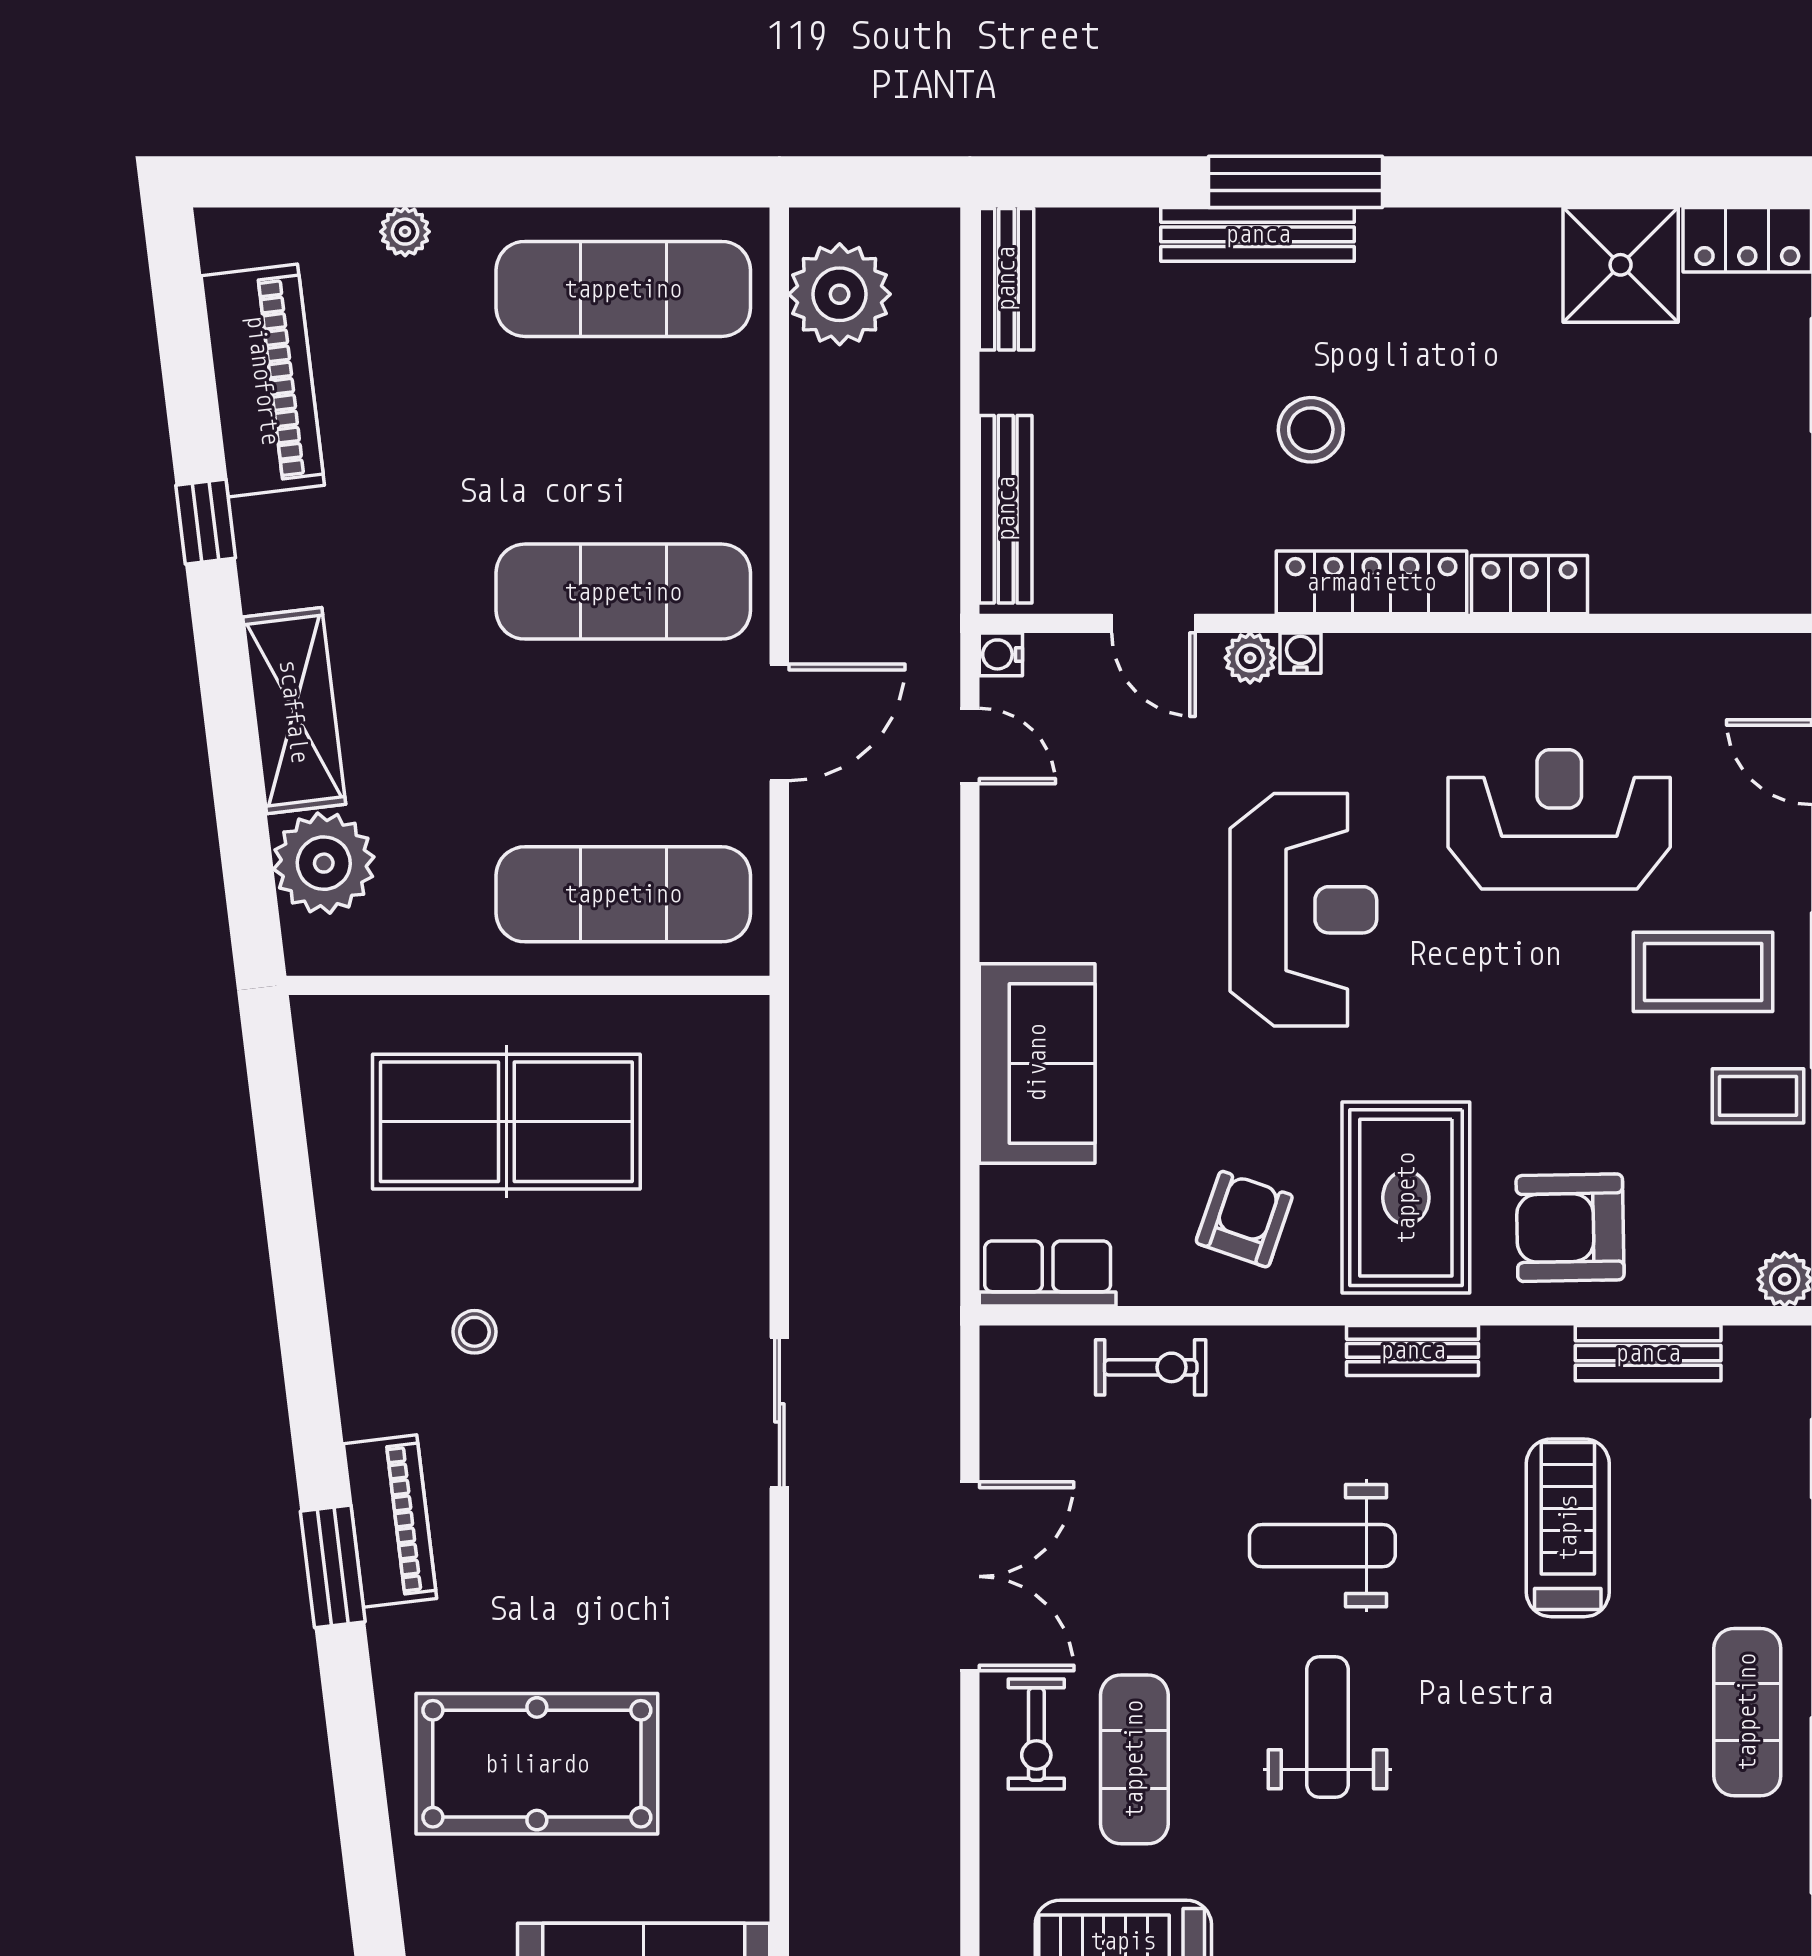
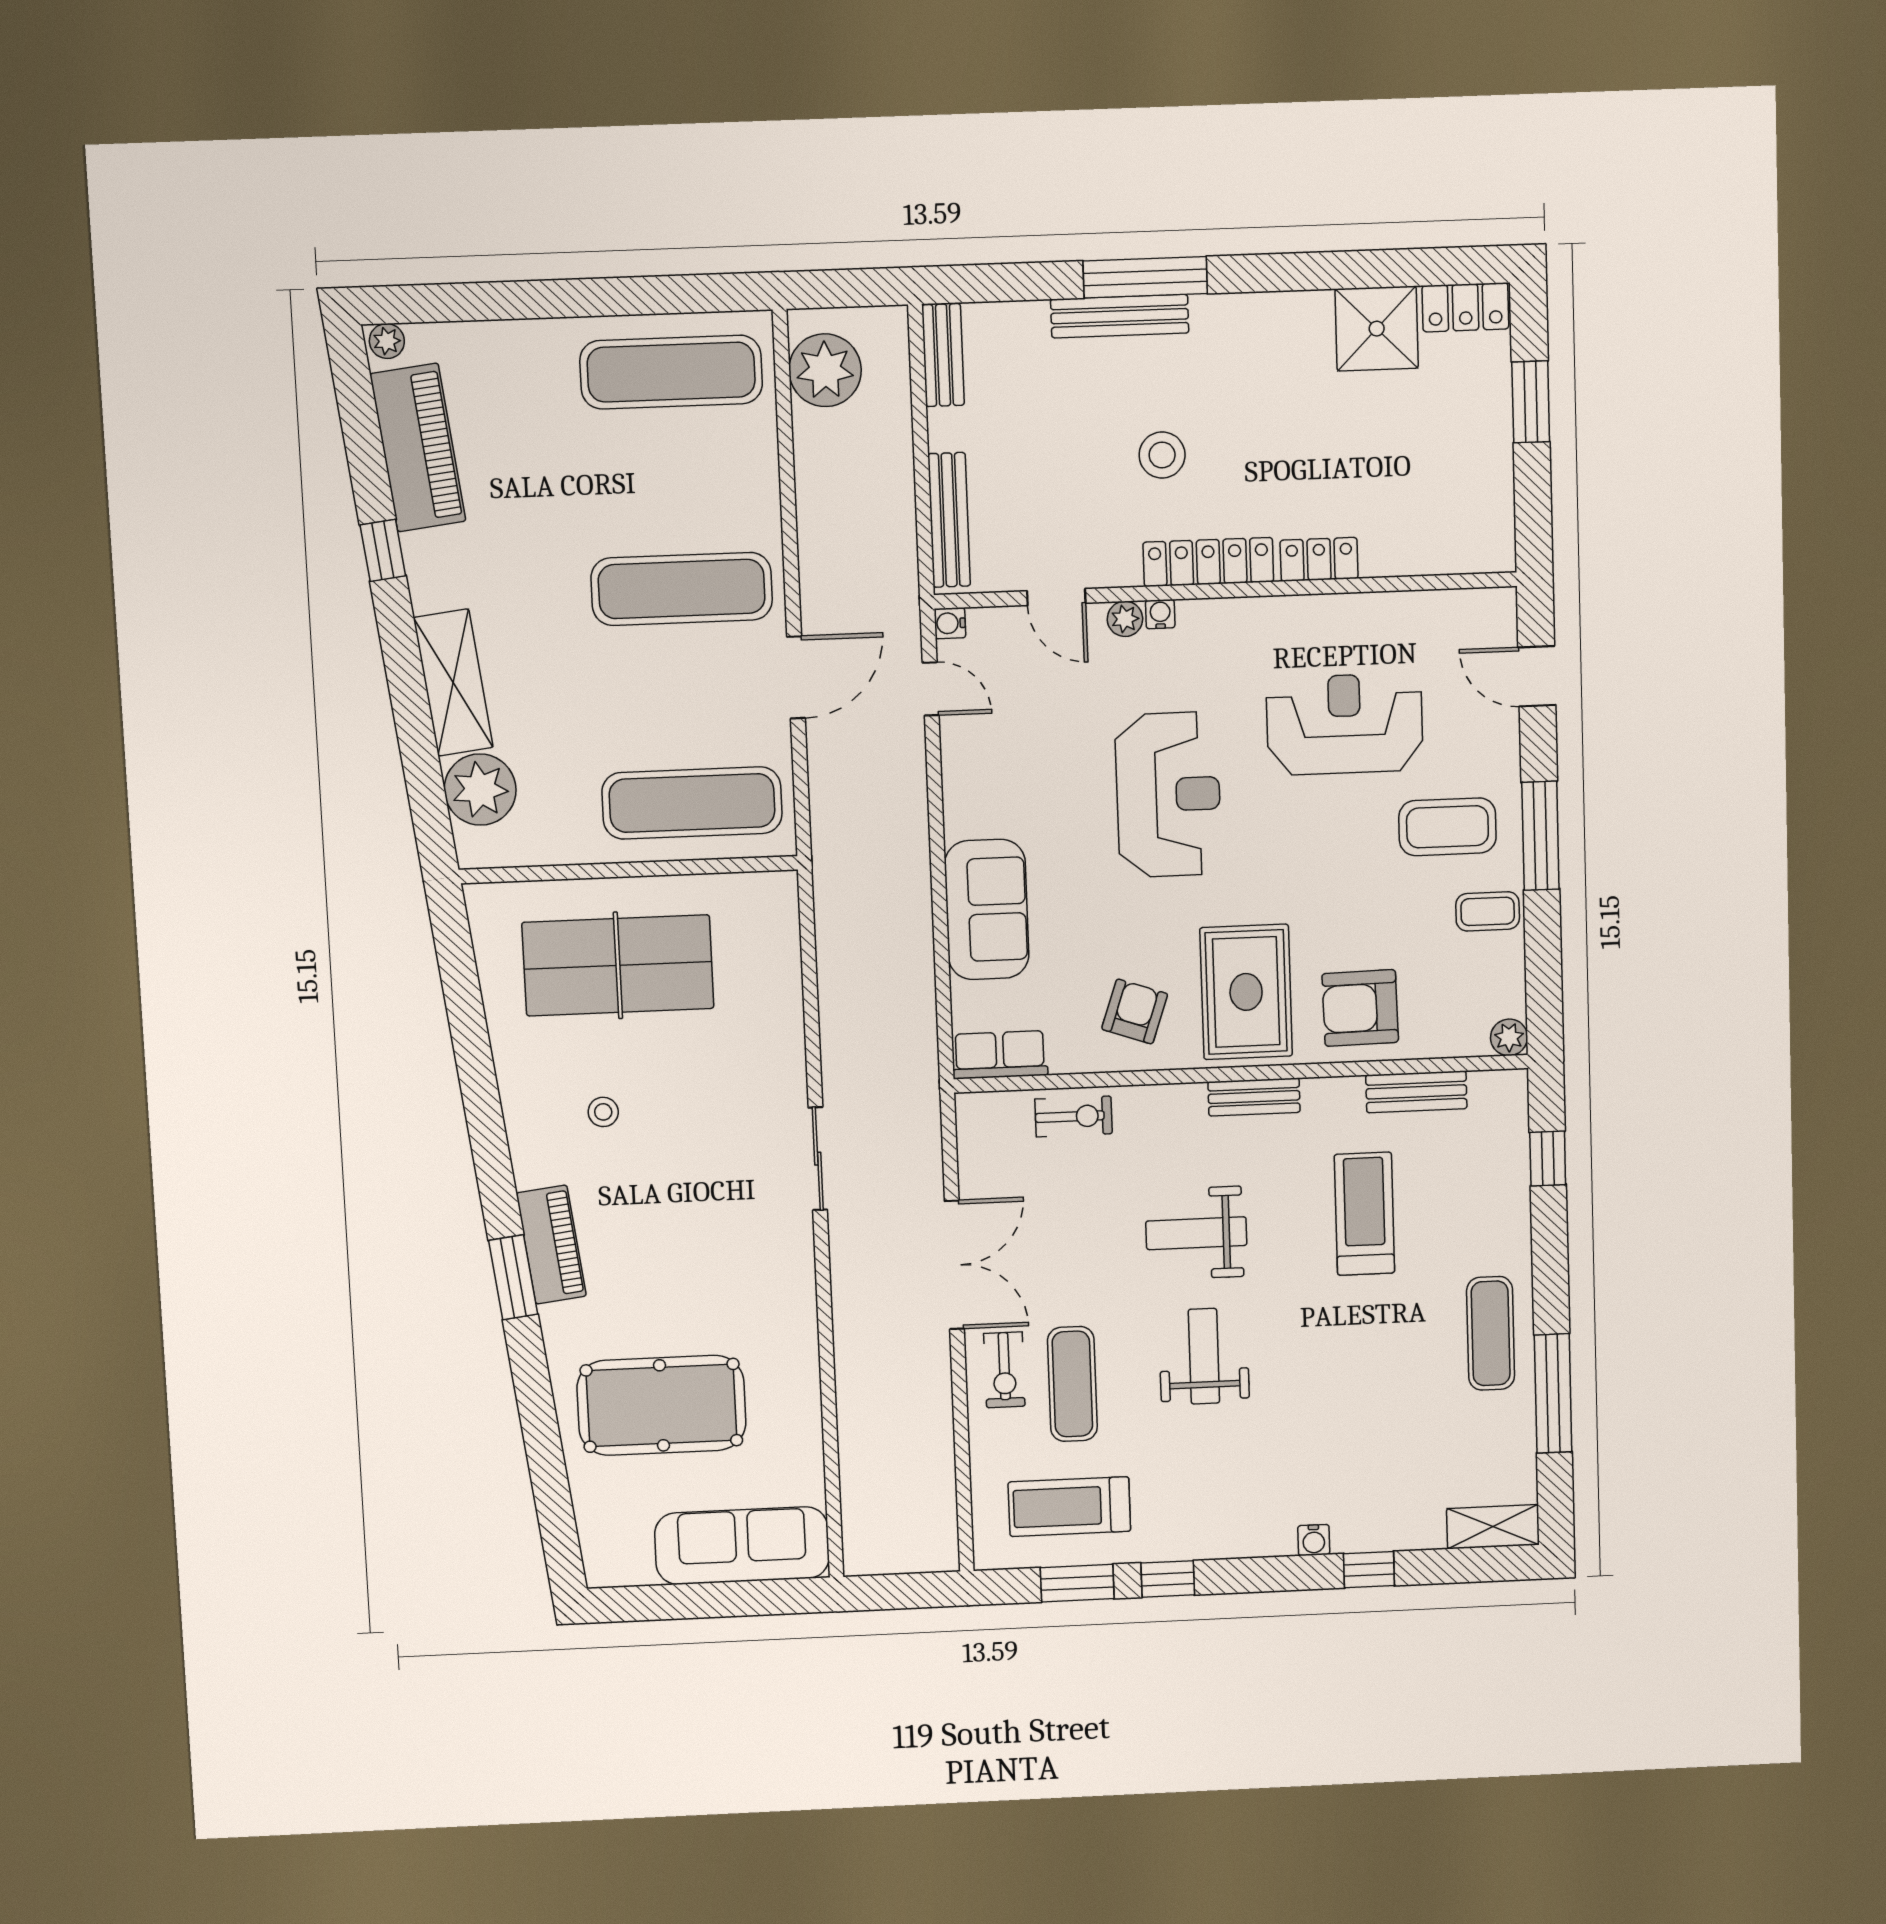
plant: (405, 232) -> (387, 341), moved

